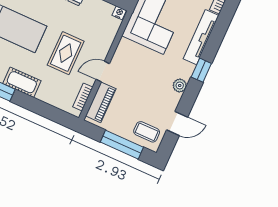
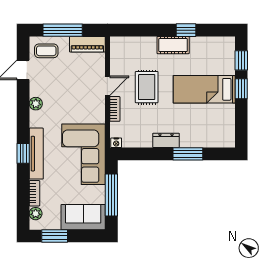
window: (201, 70) -> (23, 153), moved
bookcase: (83, 97) -> (115, 109), moved
piano: (101, 102) -> (87, 44), moved, turned -90

